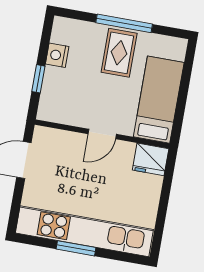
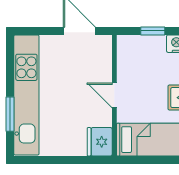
window: (76, 248) -> (10, 114), moved

